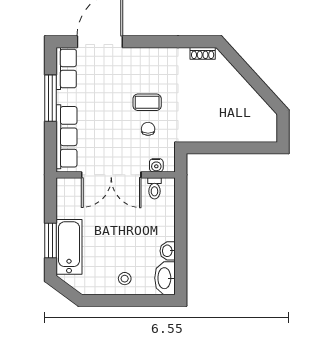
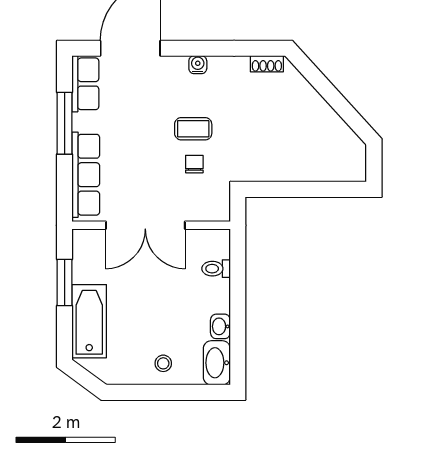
water cooler: (156, 165) -> (198, 65), moved, turned 180
toilet: (154, 188) -> (216, 269), moved, turned 90
window: (50, 241) -> (65, 283), moved

